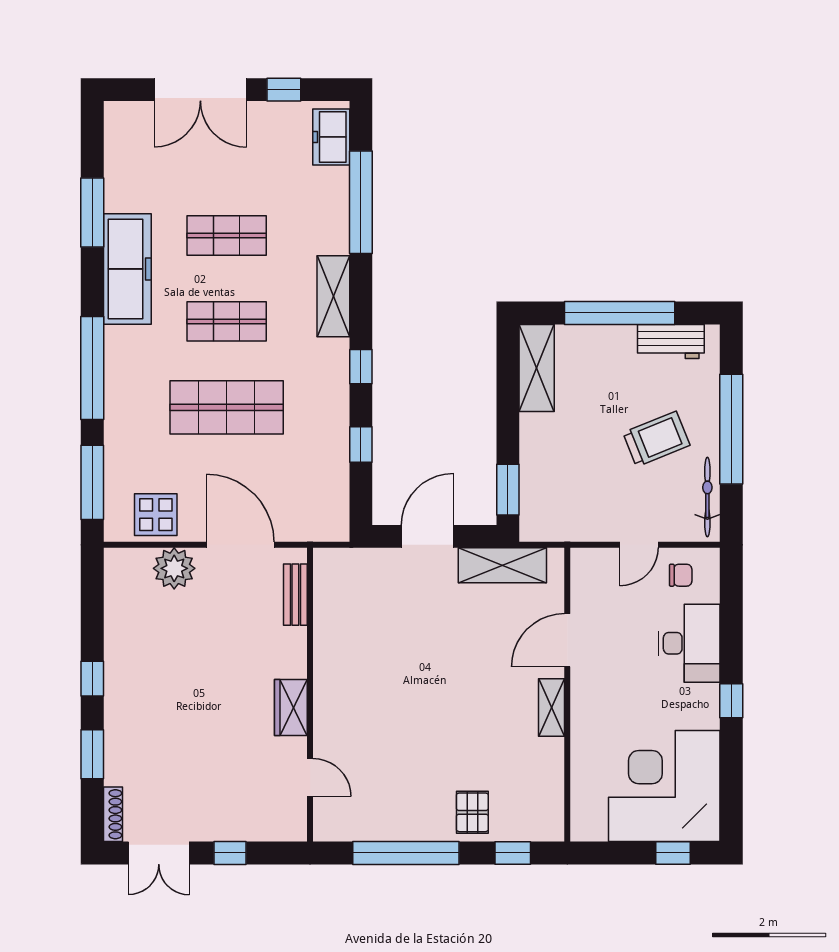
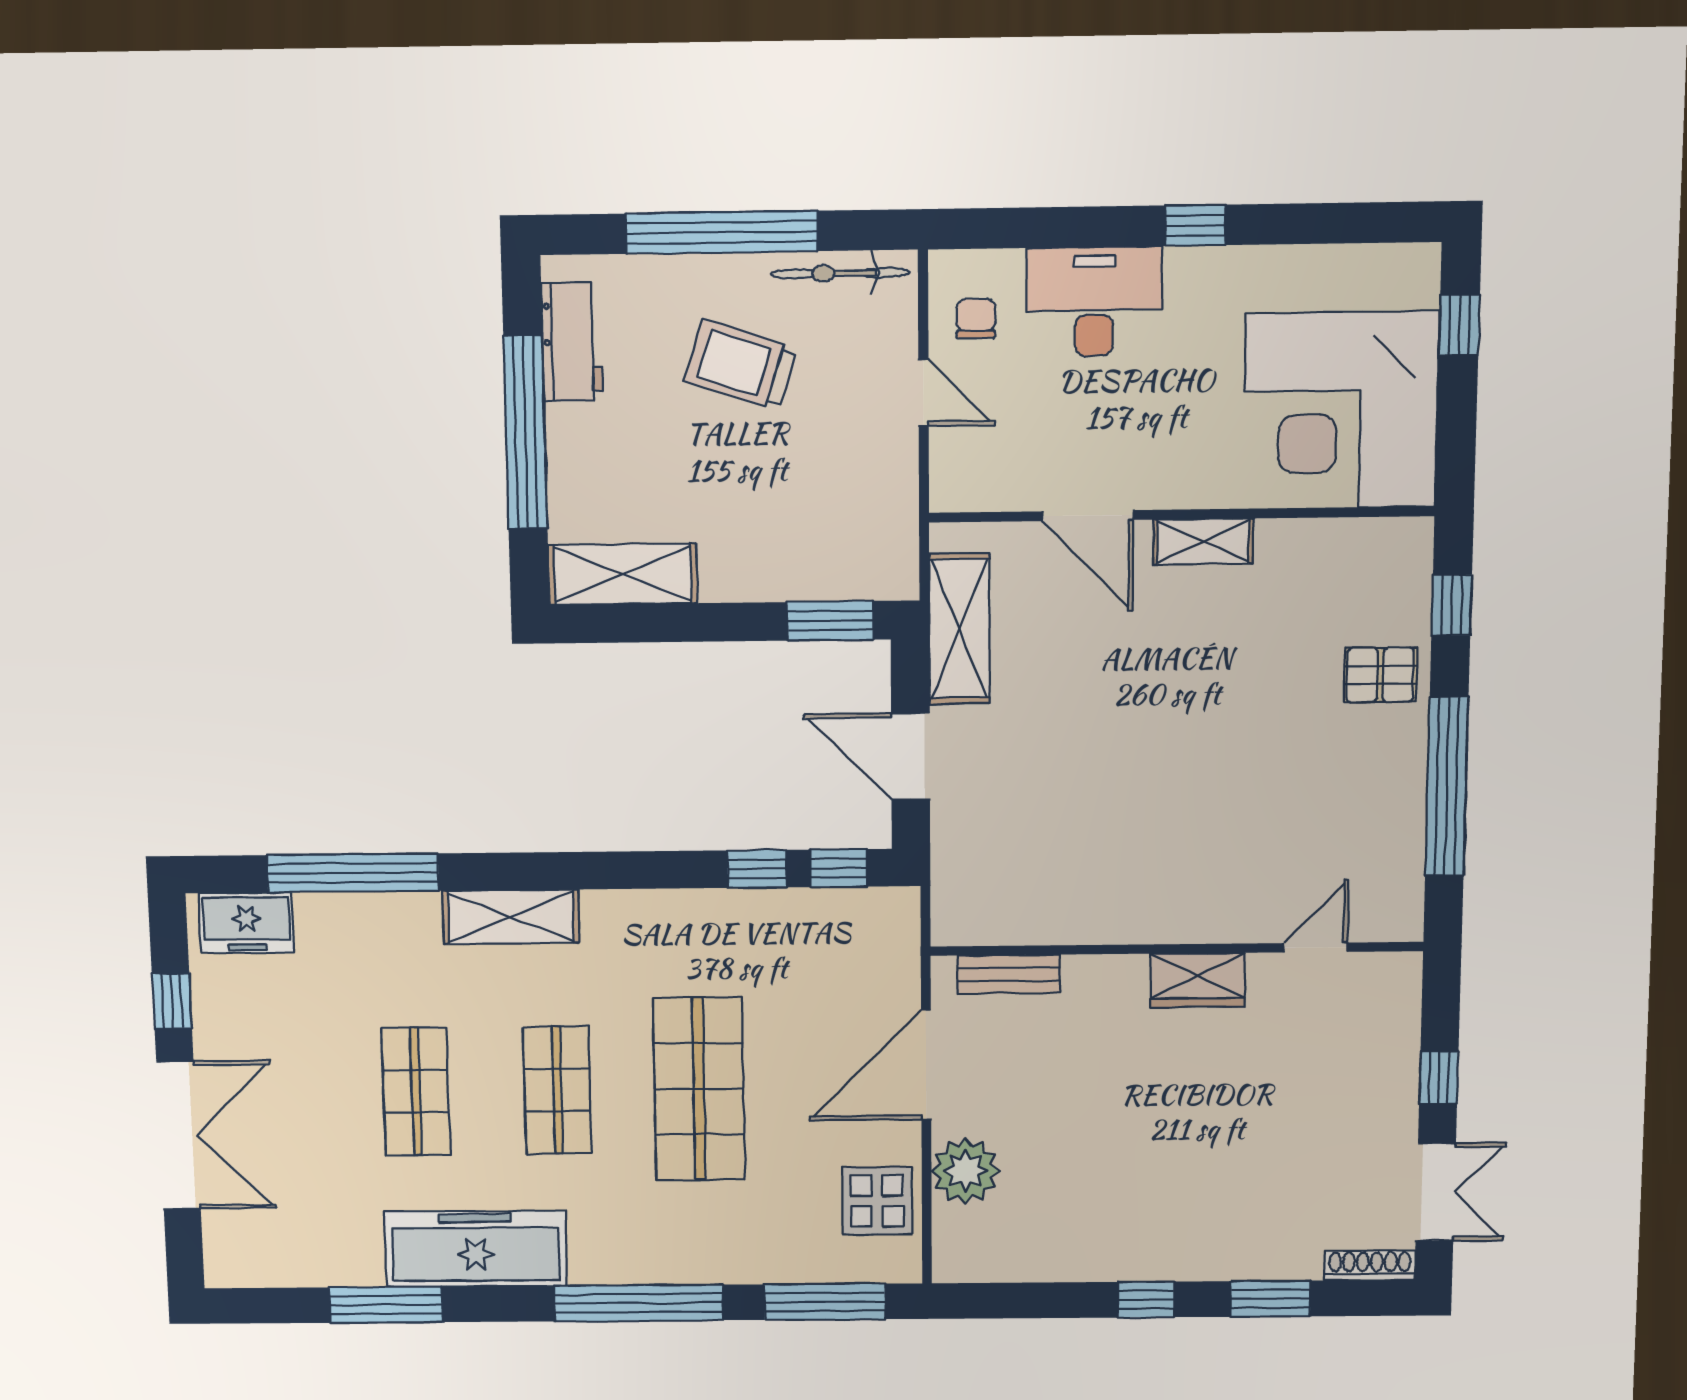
window: (361, 367) -> (839, 868), moved
trolley: (656, 439) -> (741, 365), turned -50
corner desk: (664, 786) -> (1341, 410), moved

